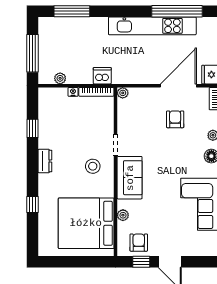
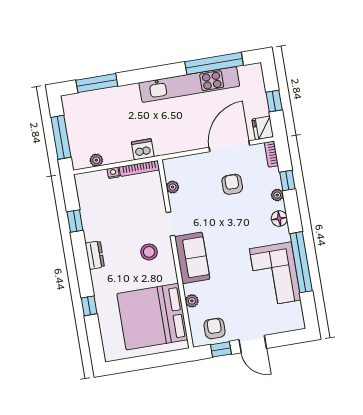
plant: (123, 93) -> (173, 187), moved

